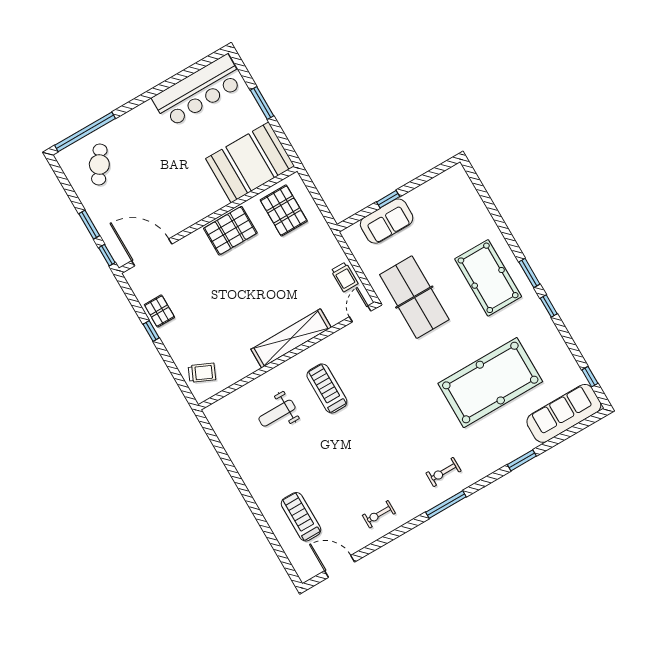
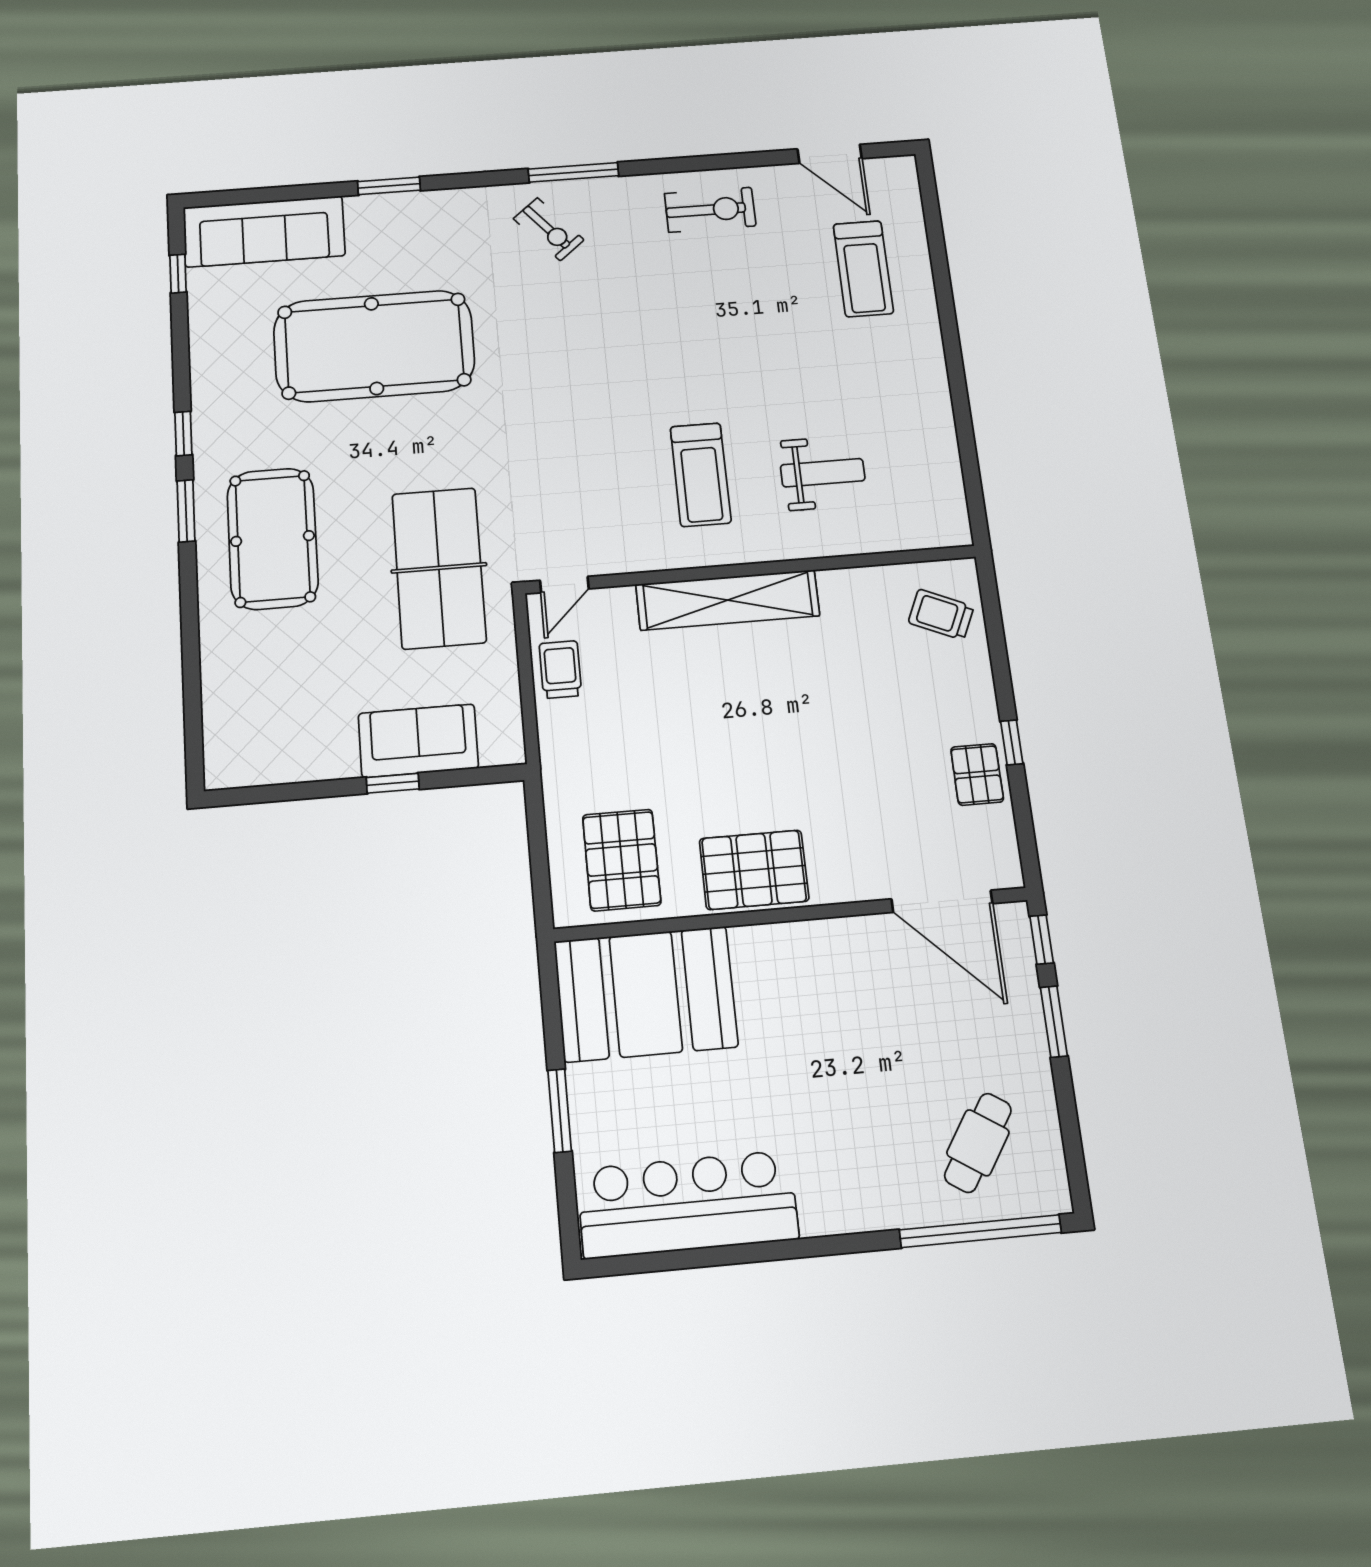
exercise bike: (443, 472) -> (549, 229), turned 50
exercise bike: (379, 514) -> (710, 210), width x1.38, depth x1.39

